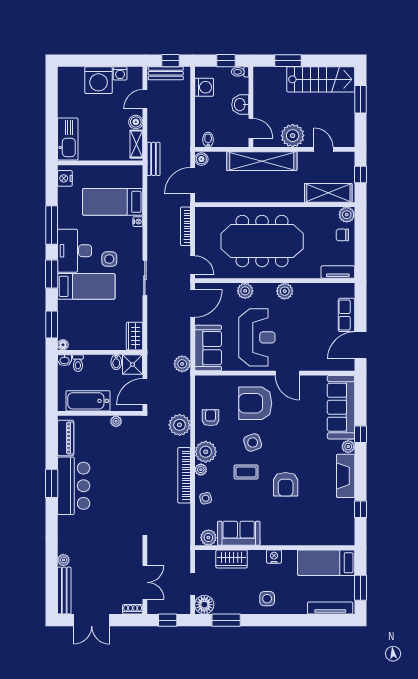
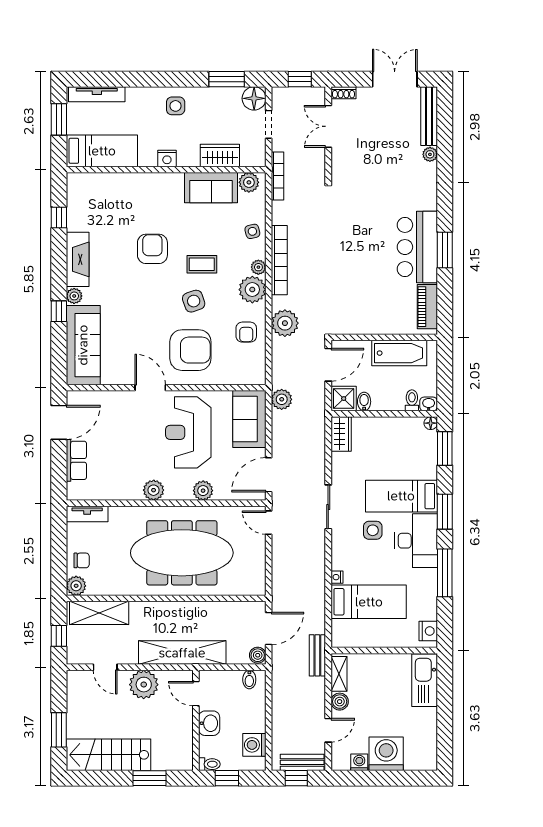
bookcase: (185, 226) -> (278, 176), moved
plant: (116, 421) -> (364, 328), removed

